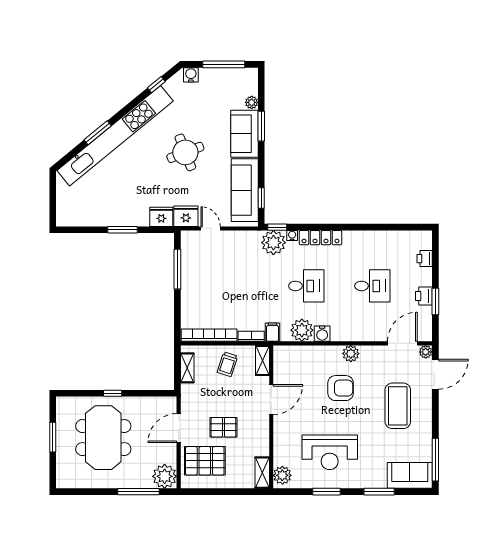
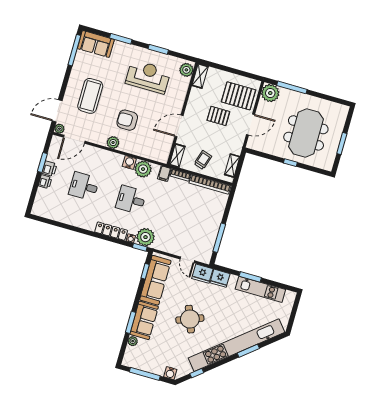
kitchen unit: (105, 217) -> (260, 289), added
printer: (425, 259) -> (45, 182), moved

